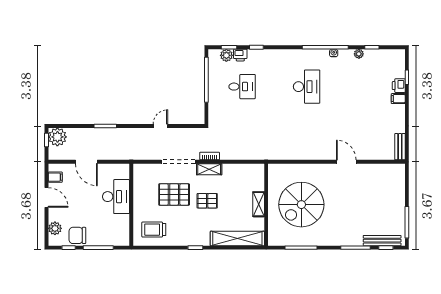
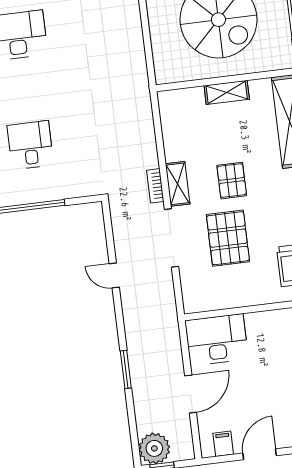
desk: (116, 197) -> (217, 340), moved

